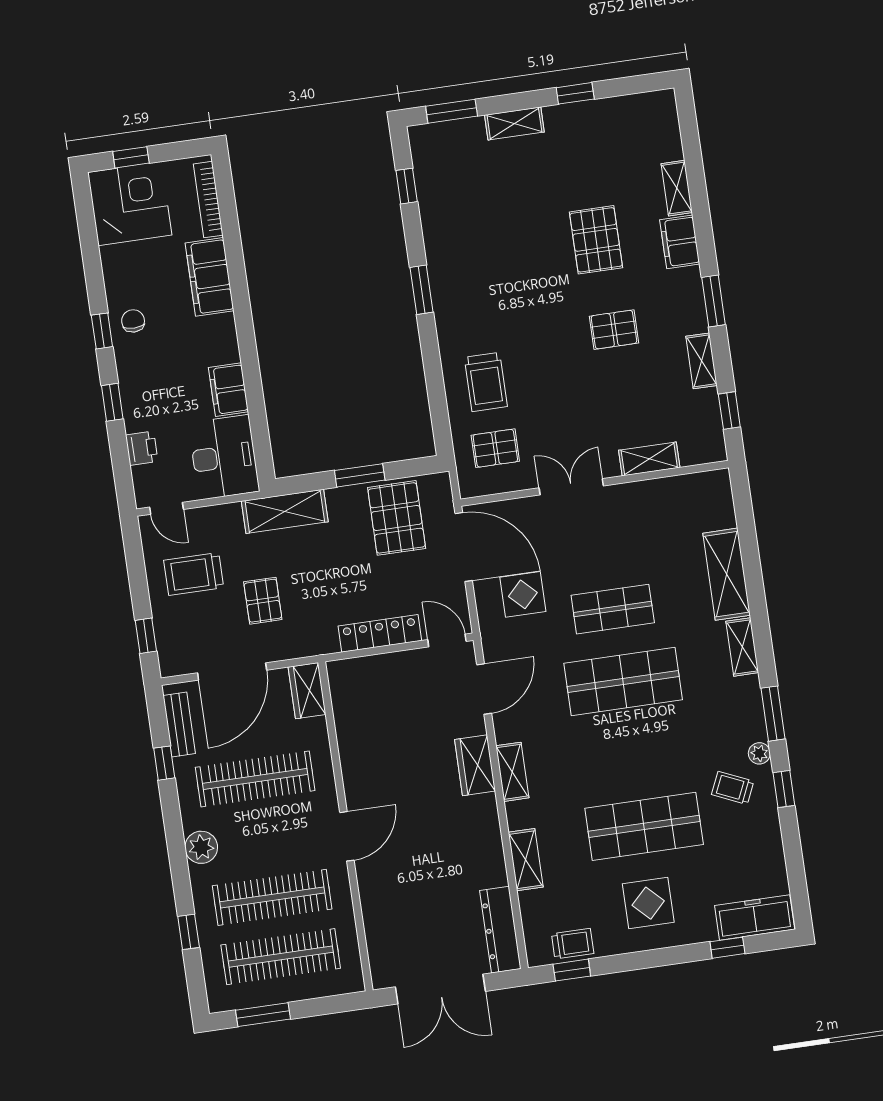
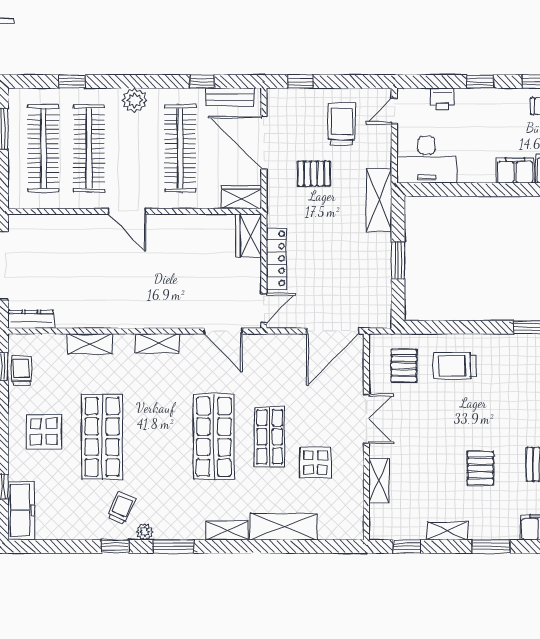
filing cabinet: (228, 390) -> (515, 171), moved
pallet: (397, 518) -> (362, 284), removed
display table: (523, 594) -> (315, 463), moved
wardrobe: (475, 765) -> (249, 236), moved, turned -90
dresser: (500, 930) -> (31, 319), width x0.73, depth x0.80
trolley: (573, 944) -> (21, 370), turned 180

